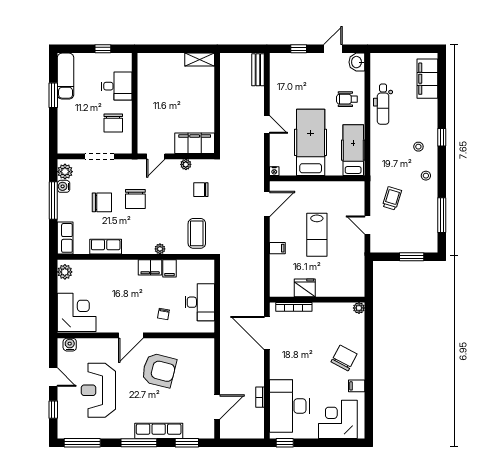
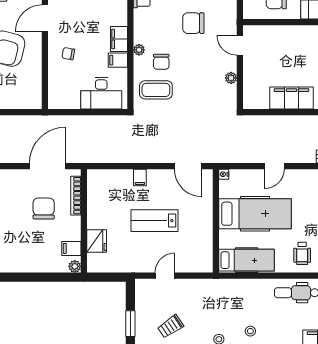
wheelchair: (347, 99) -> (302, 253), turned 180
filing cabinet: (195, 143) -> (291, 98), moved, turned -90
chair: (201, 190) -> (161, 62), moved, turned 180
trolley: (392, 198) -> (170, 326), moved, turned 129
fridge: (305, 288) -> (97, 241), moved
desk: (200, 302) -> (101, 93), moved
filing cabinet: (342, 311) -> (71, 248), added
door: (131, 335) -> (45, 18), hinge flipped
chair: (344, 358) -> (44, 209), moved, turned -118

